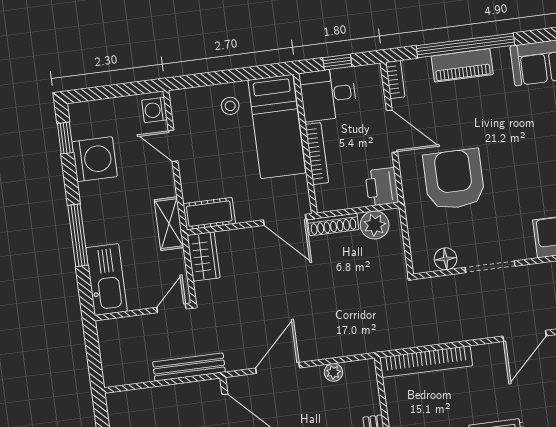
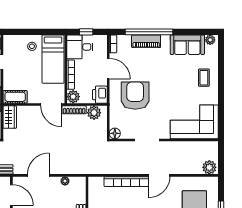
plant: (328, 198) -> (73, 97), added
floor lamp: (446, 259) -> (115, 133), moved
bookcase: (426, 362) -> (126, 182), moved

